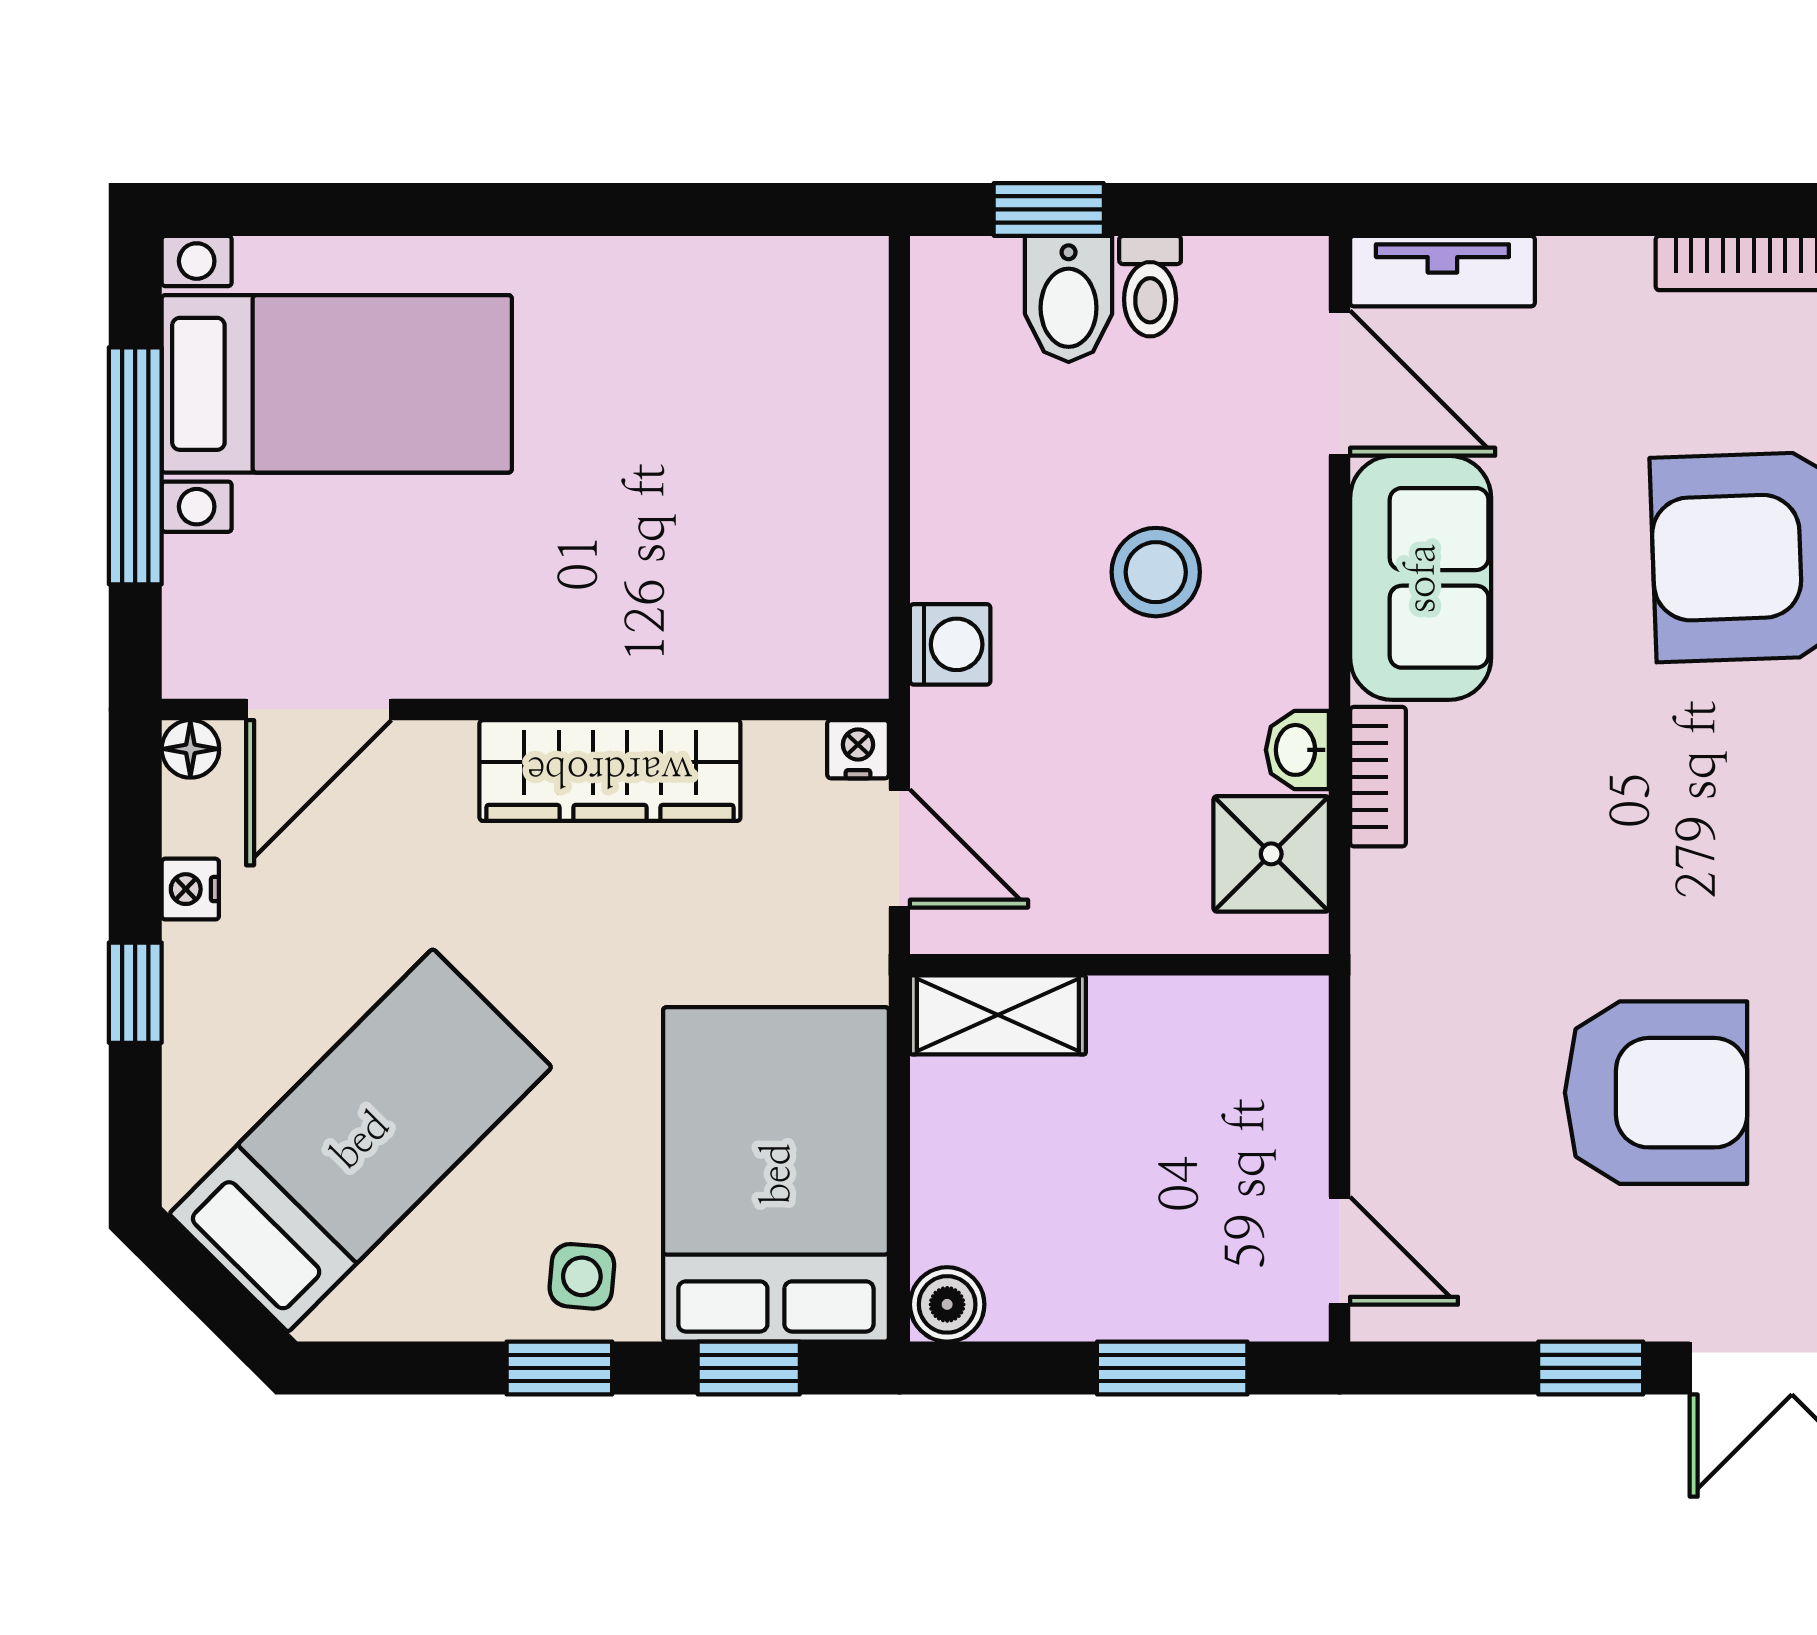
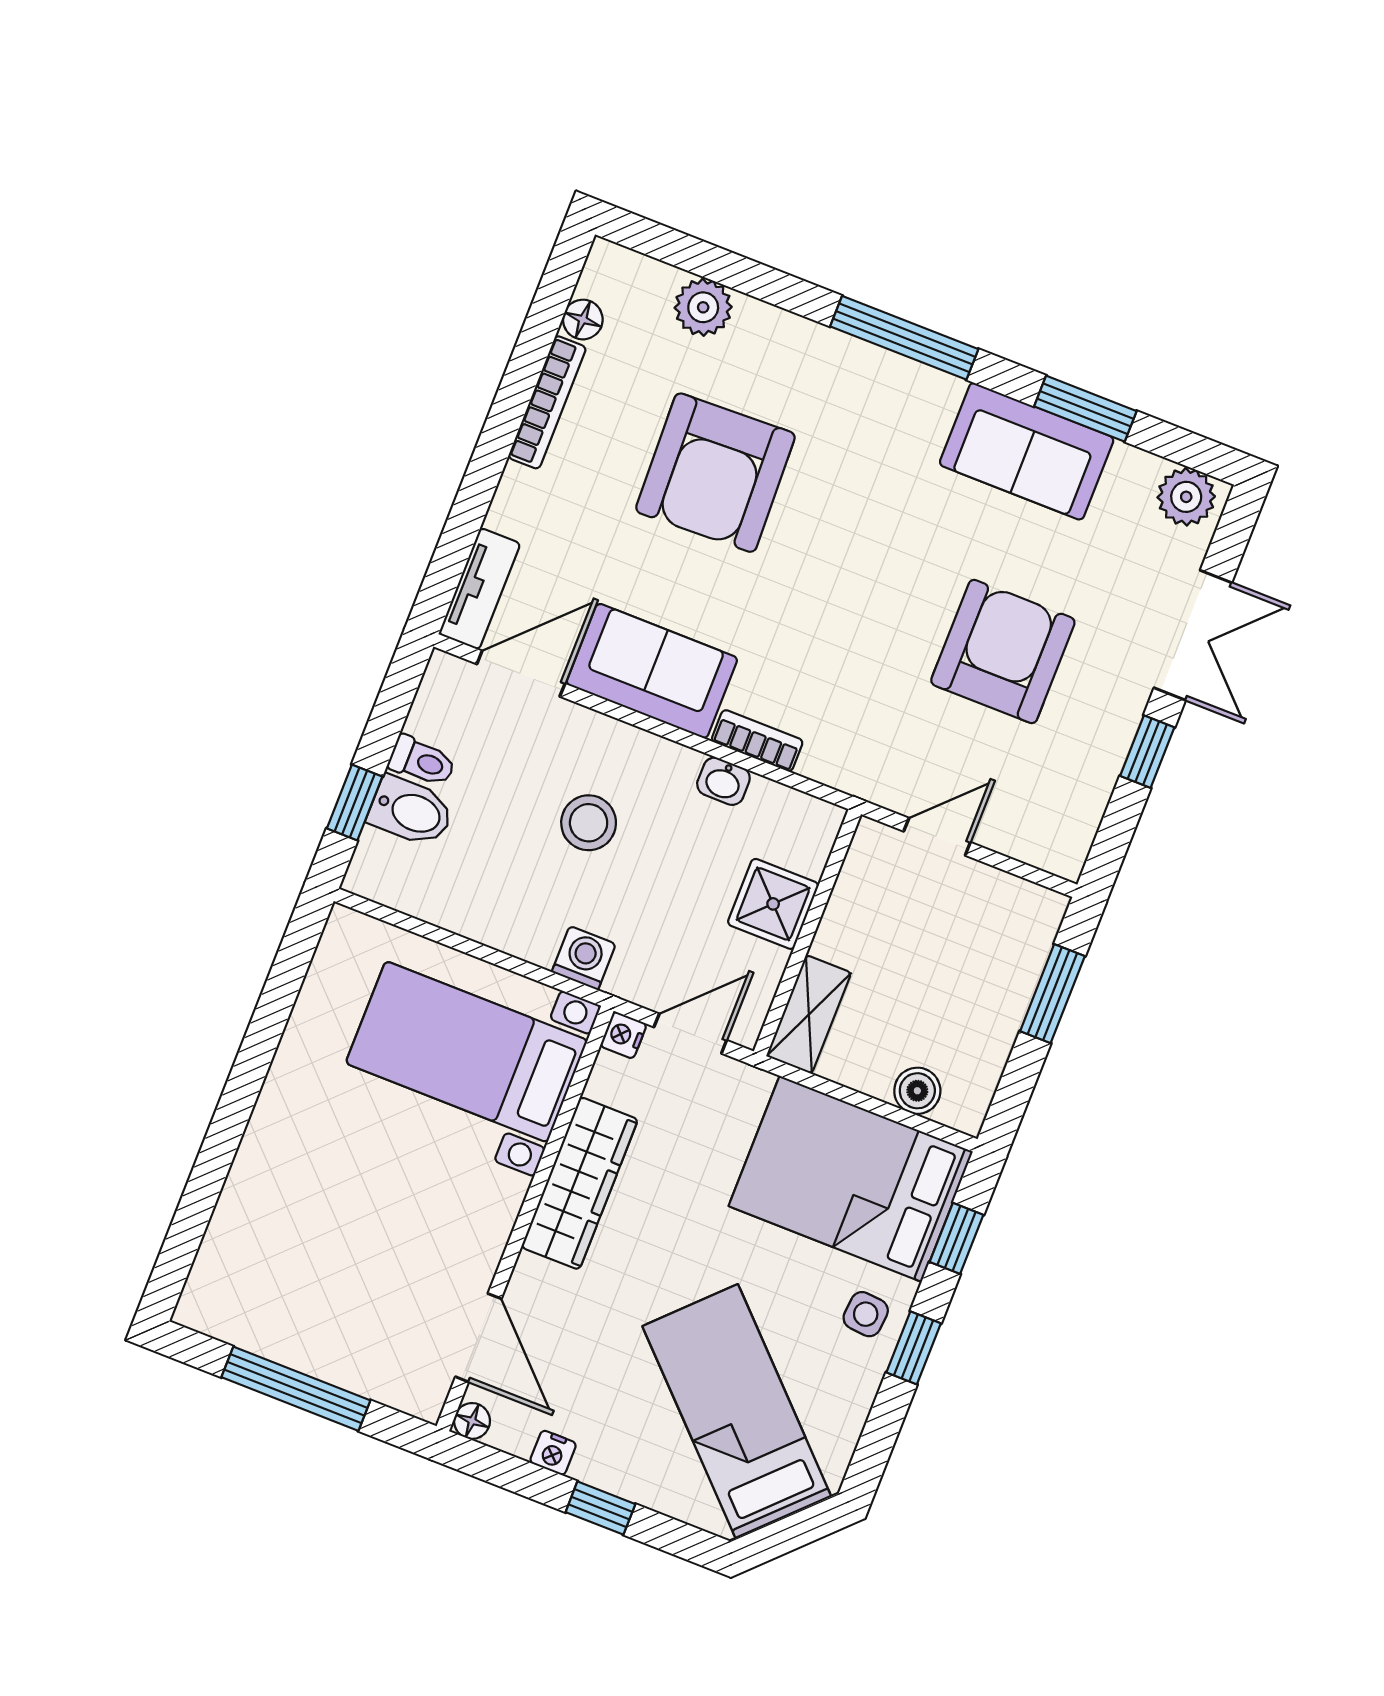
bed with nightstands: (337, 384) -> (467, 1052), moved, turned -90
shower: (1271, 854) -> (773, 904), moved
door: (1340, 1251) -> (937, 837), moved
boiler: (947, 1304) -> (917, 1091), moved

